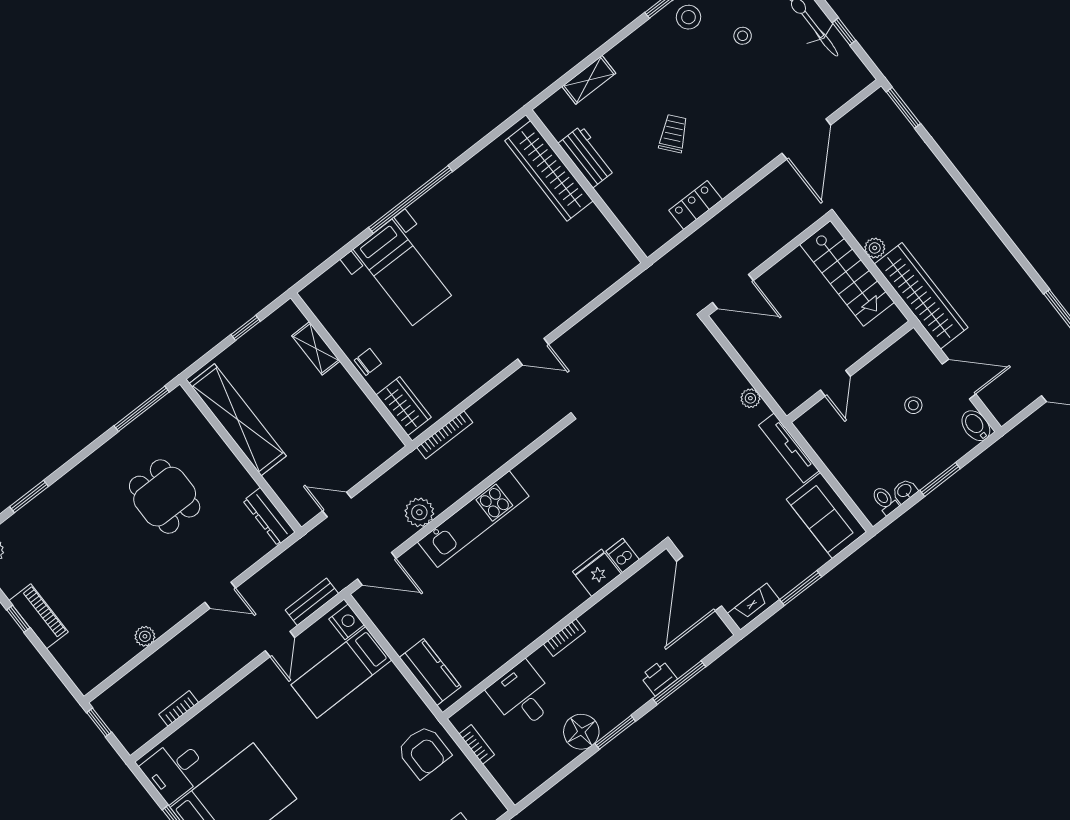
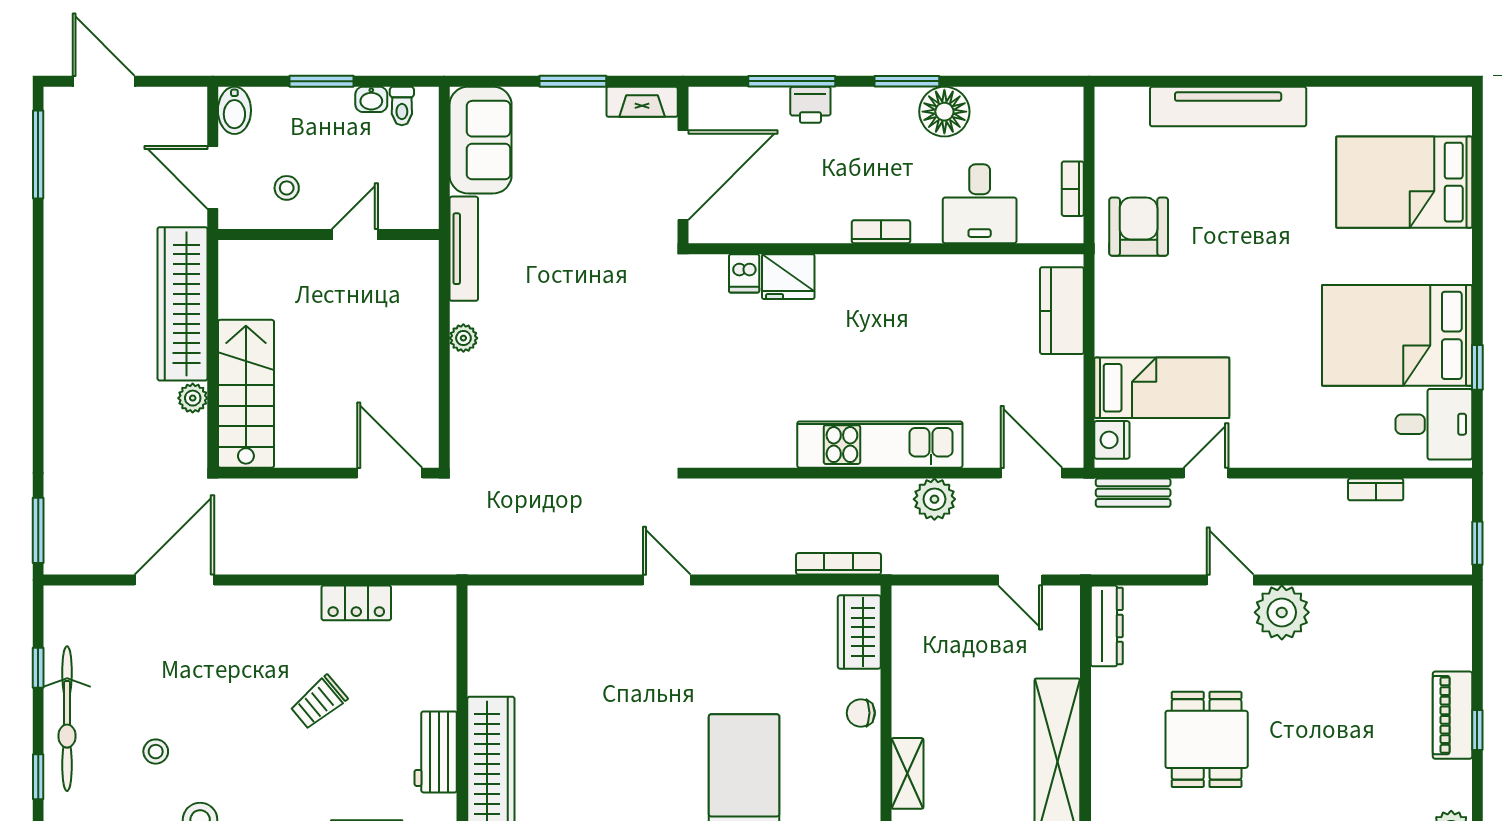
wall: (850, 372) -> (328, 234), moved
door: (835, 383) -> (355, 234), moved
plant: (145, 636) -> (1282, 612), moved, width x1.88, depth x1.88

